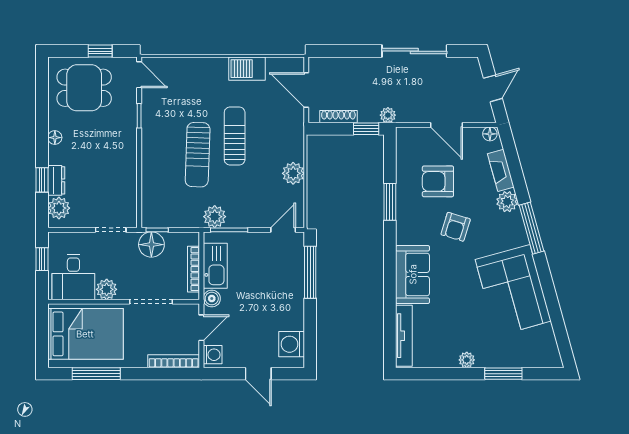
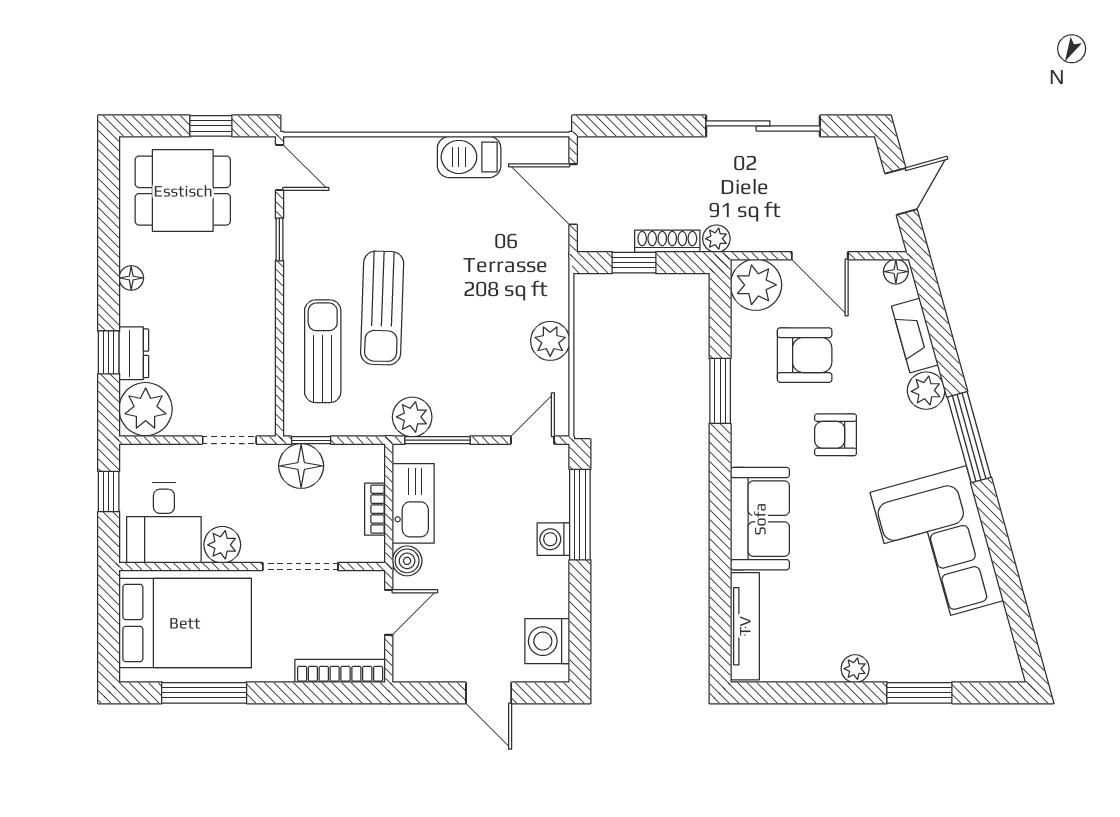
shoe rack: (338, 117) -> (667, 241), moved
window: (366, 129) -> (634, 263), moved
sun lounger: (235, 136) -> (323, 351), moved
plant: (410, 141) -> (756, 285), added
armchair: (438, 181) -> (805, 355), turned 180
plant: (59, 208) -> (146, 409), width x1.36, depth x1.36
armchair: (456, 227) -> (835, 435), turned 73
bookcase: (193, 269) -> (375, 509), width x0.64
washing machine: (213, 355) -> (553, 539), moved, turned 180

